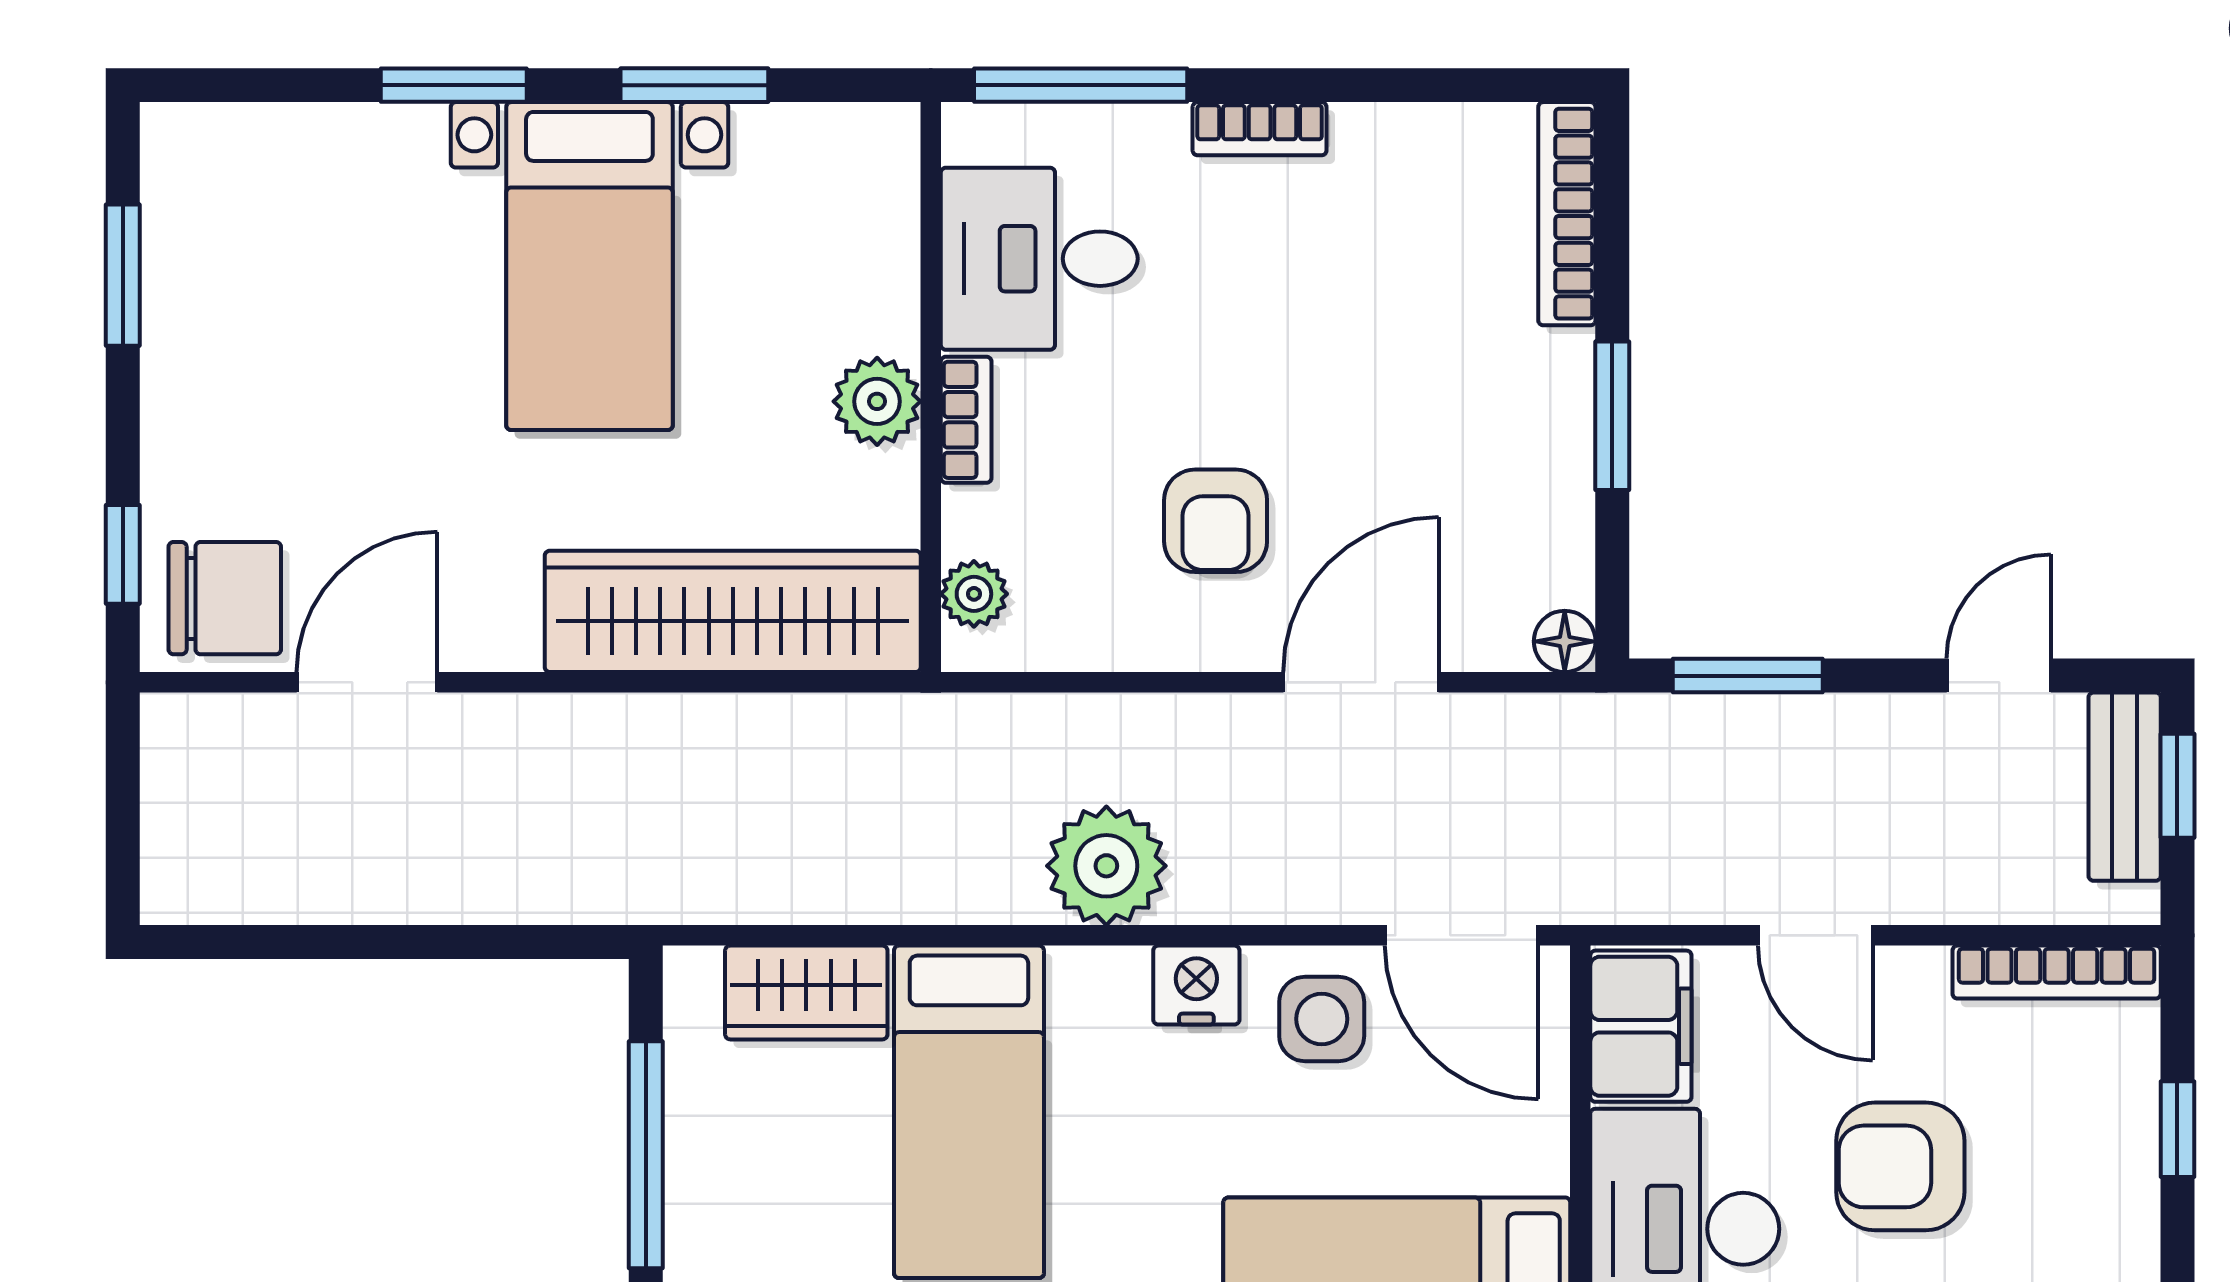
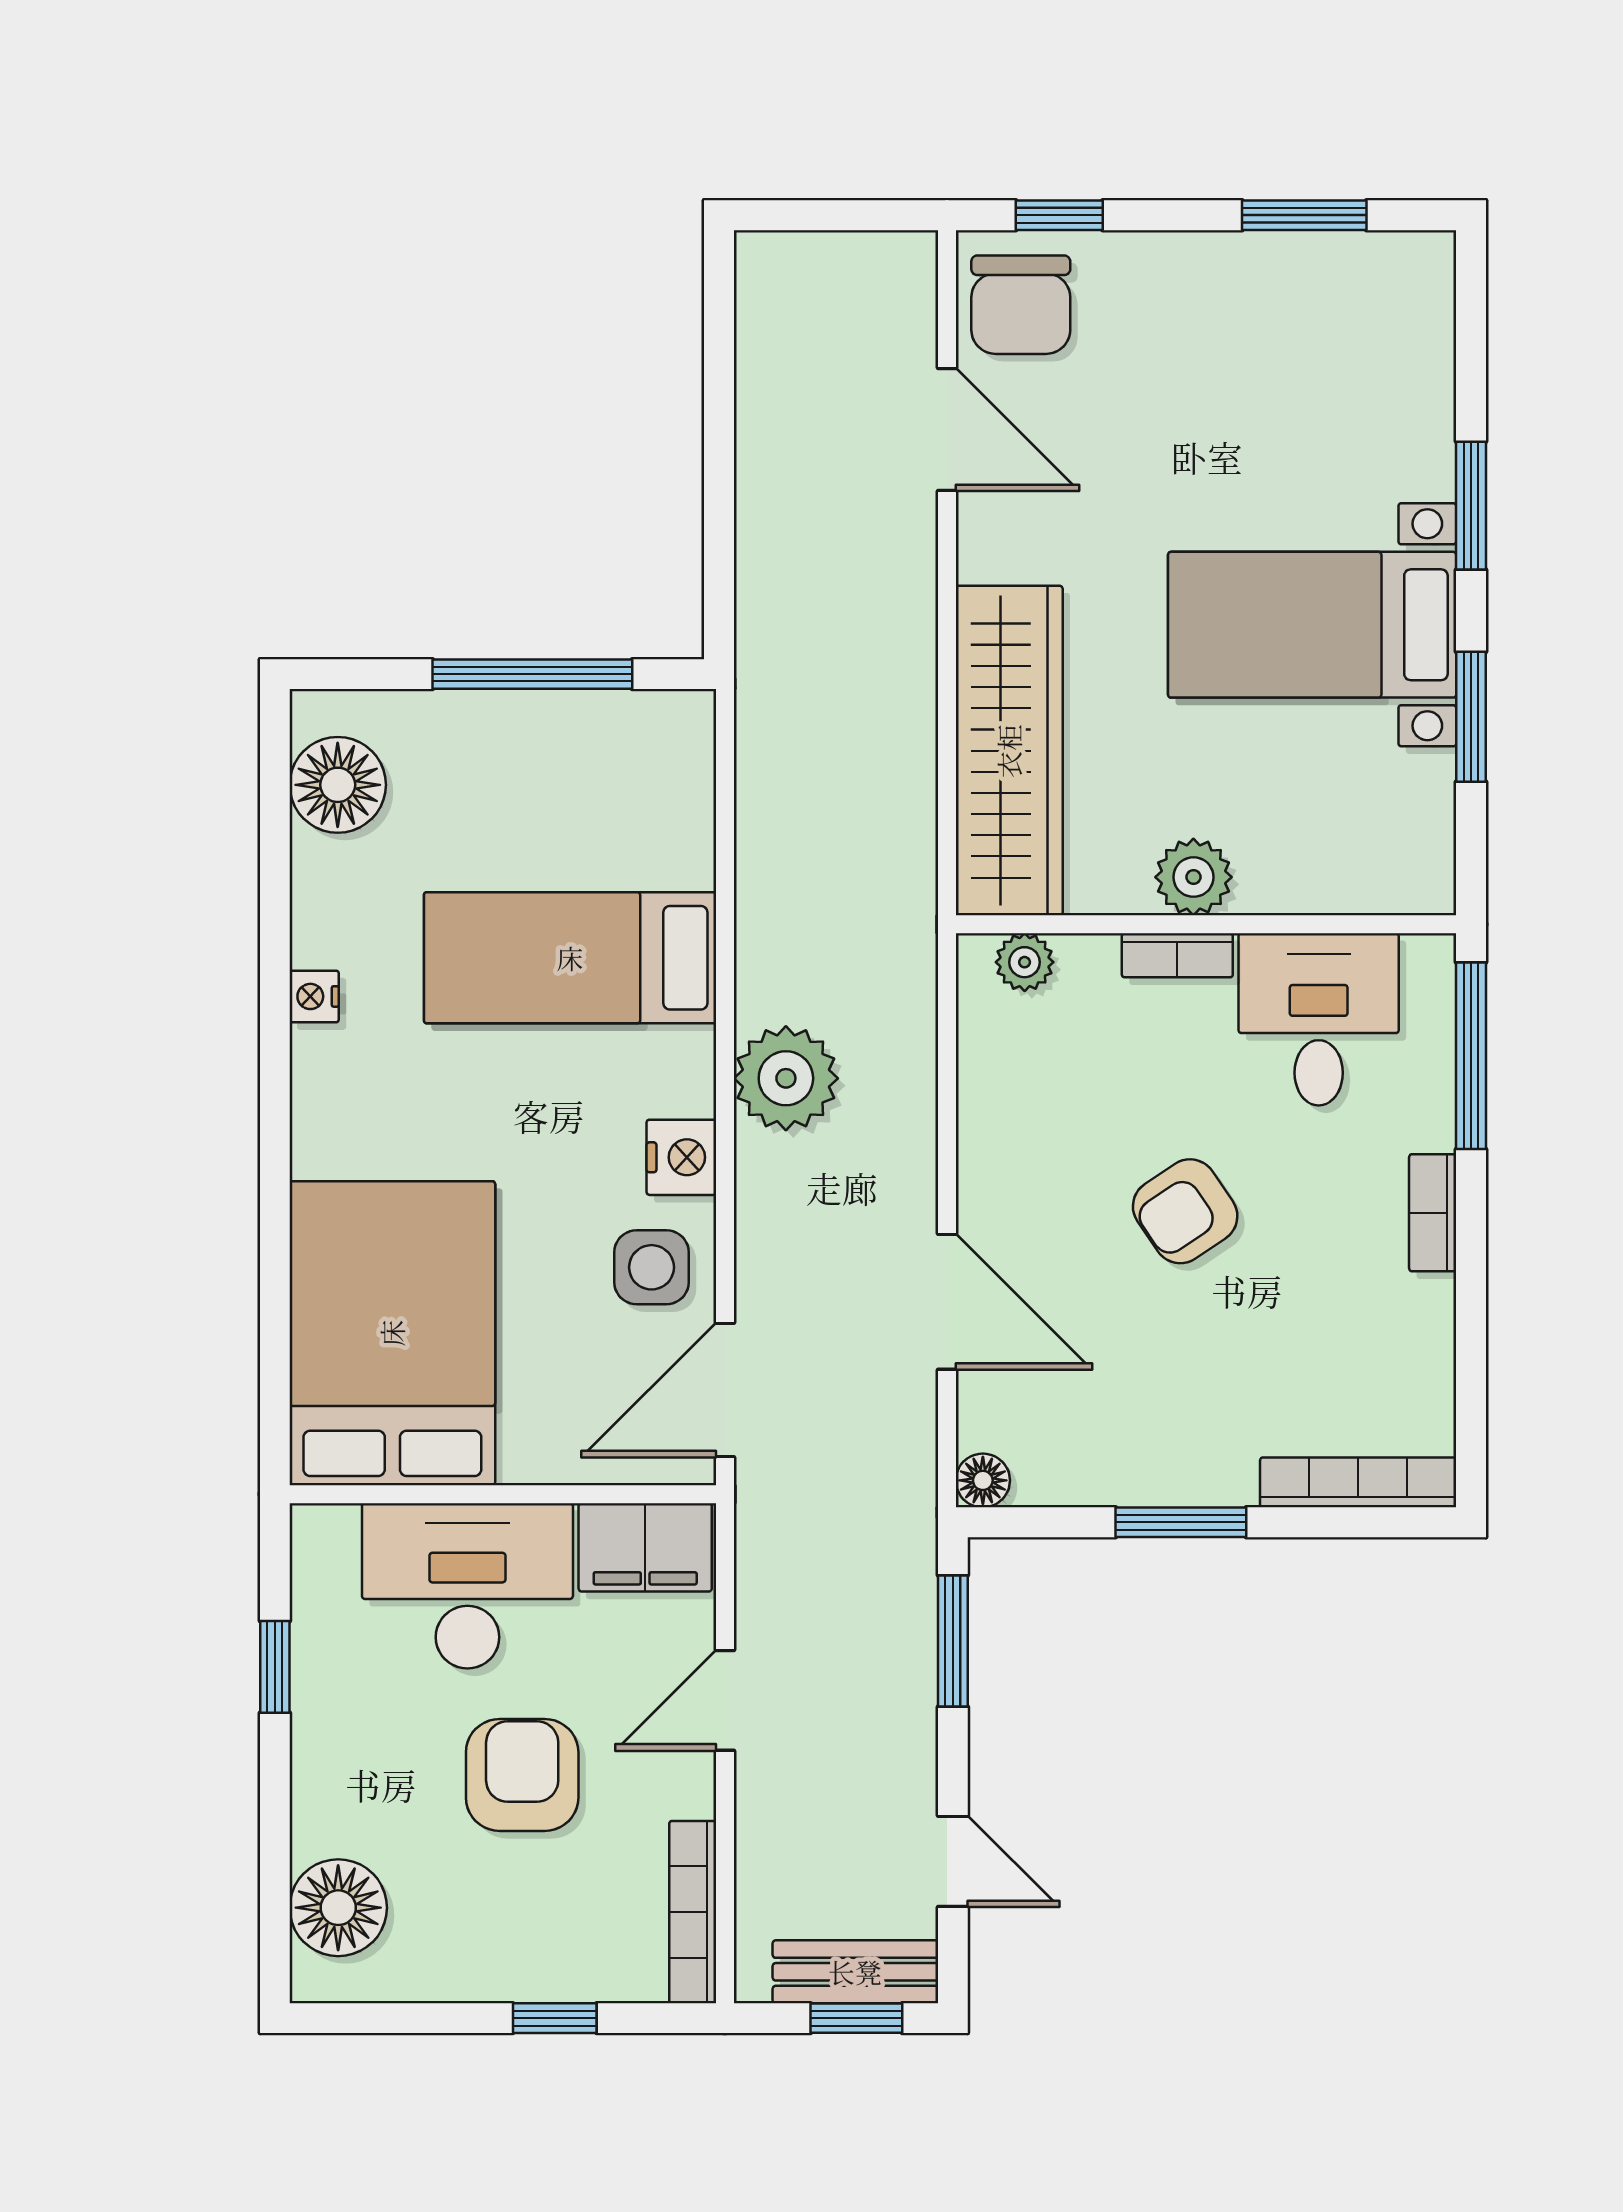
armchair: (1216, 521) -> (1185, 1211), moved, turned -34
wardrobe: (806, 993) -> (675, 815), removed

